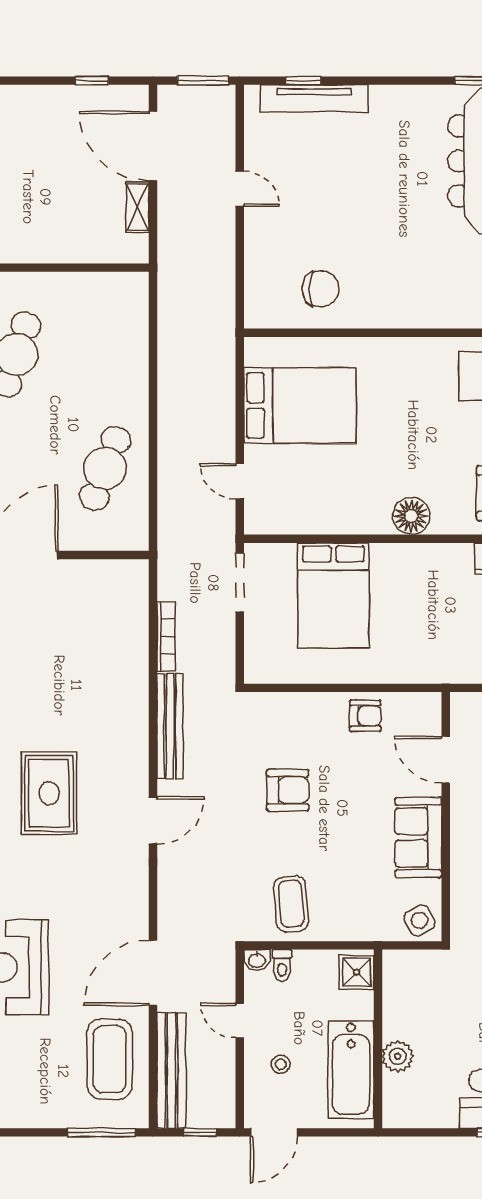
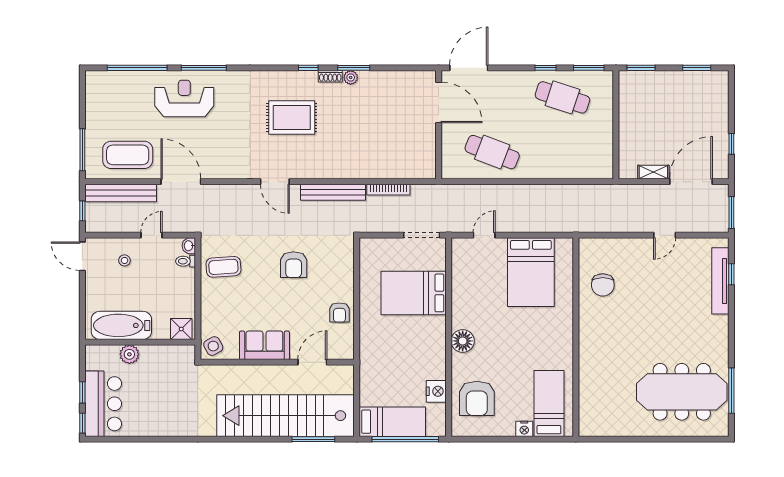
shower: (357, 972) -> (181, 329), moved
wall: (378, 1039) -> (140, 342), moved
plant: (398, 1056) -> (129, 354), moved
bathtub: (351, 1069) -> (121, 325), moved

